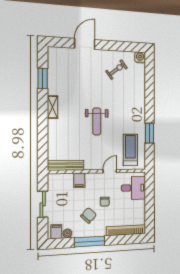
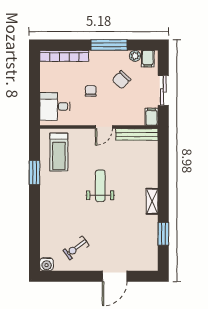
door: (110, 171) -> (104, 127), moved
filing cabinet: (79, 180) -> (152, 117), moved
chair: (89, 215) -> (121, 80), moved

